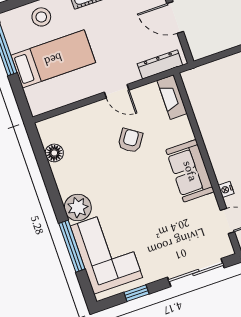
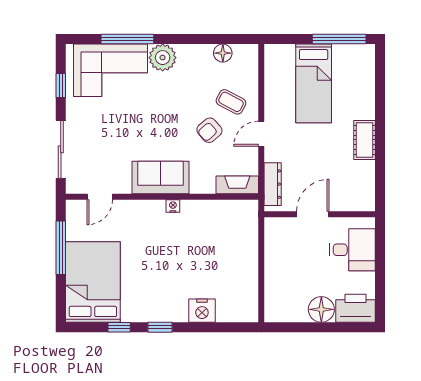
stool: (41, 17) -> (358, 86), removed
coffee table: (97, 130) -> (231, 102), added
armchair: (130, 141) -> (209, 130), turned 105
nightstand: (226, 189) -> (173, 206), moved

